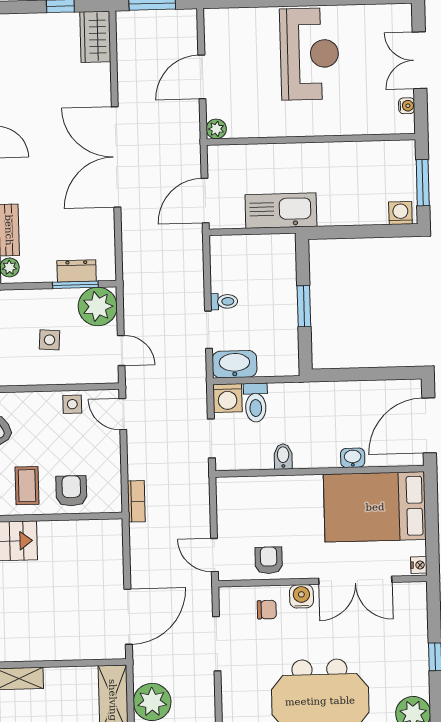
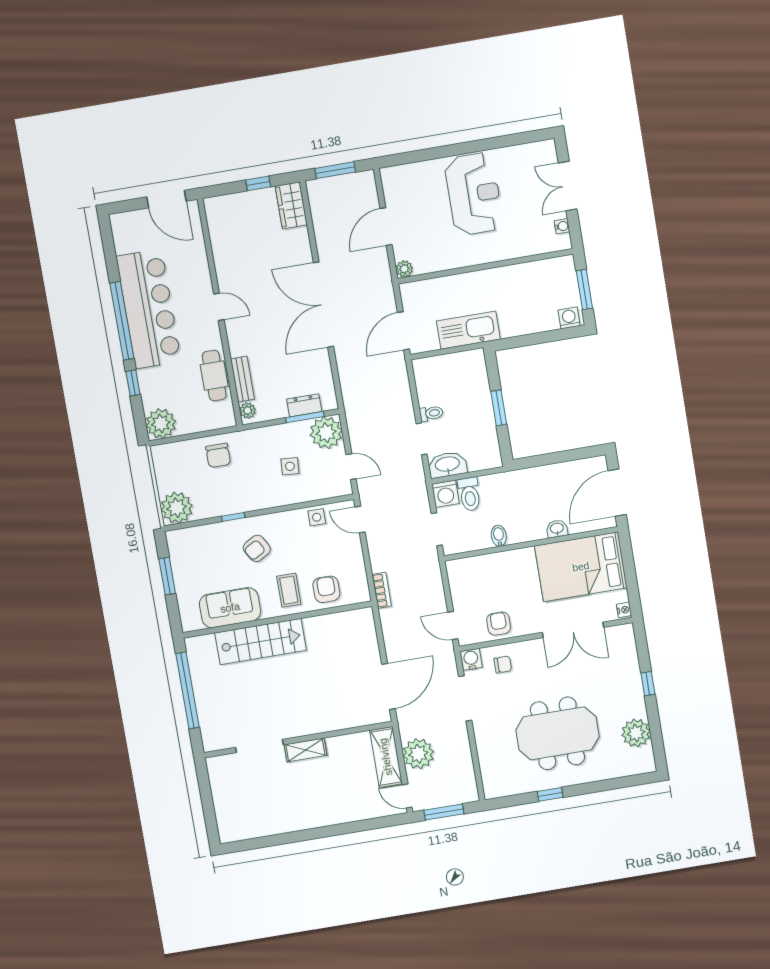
water cooler: (301, 596) -> (471, 659), moved

